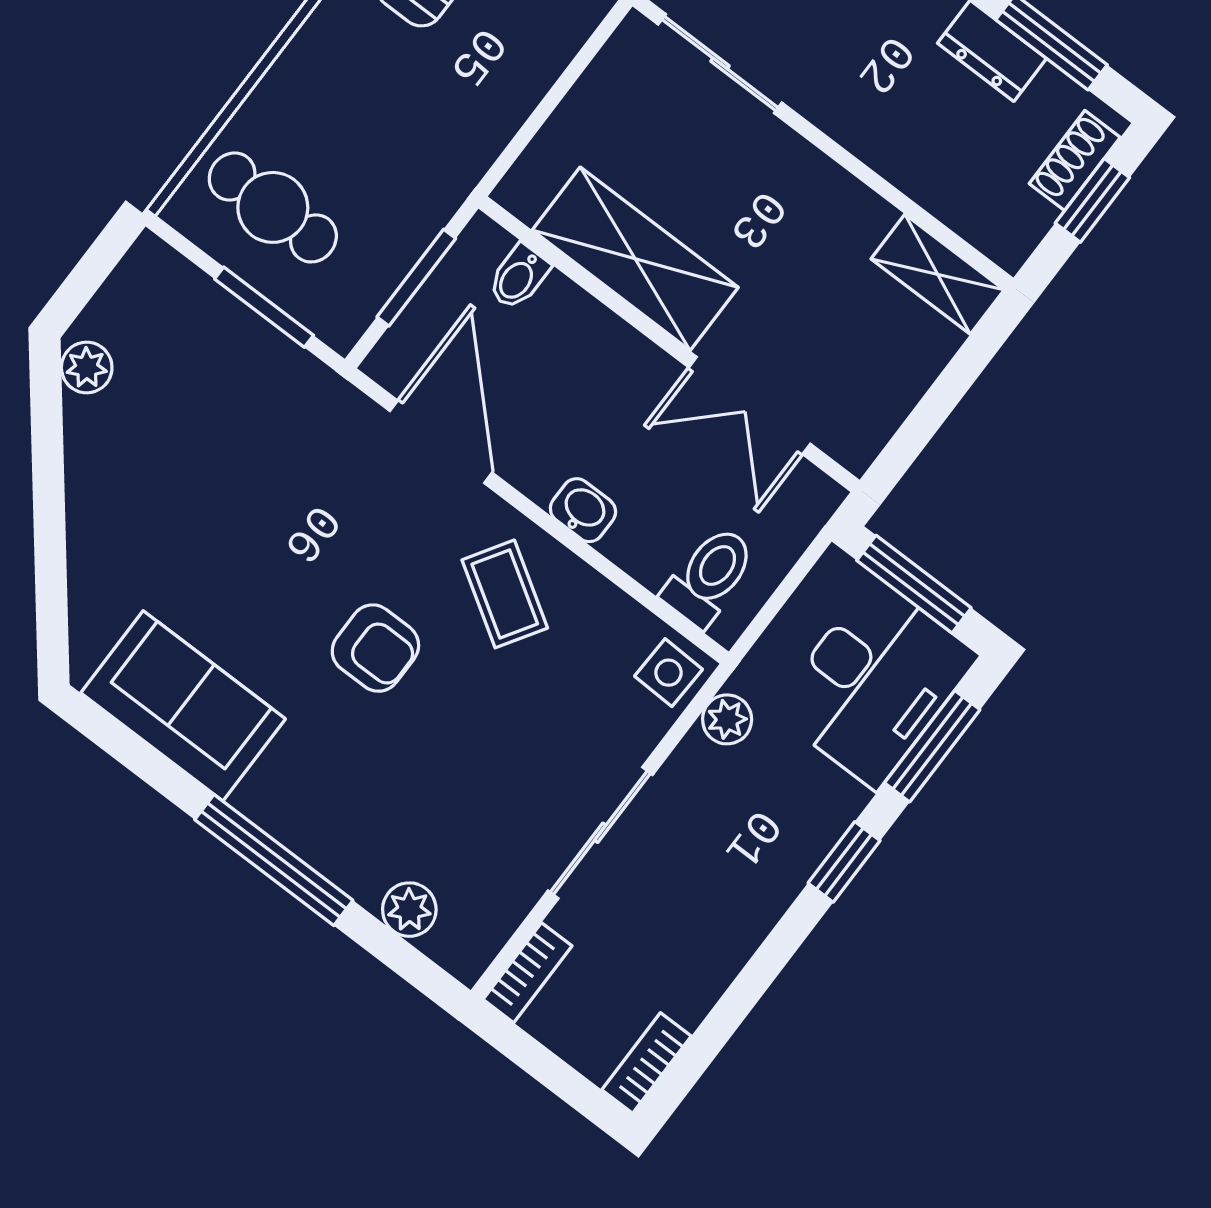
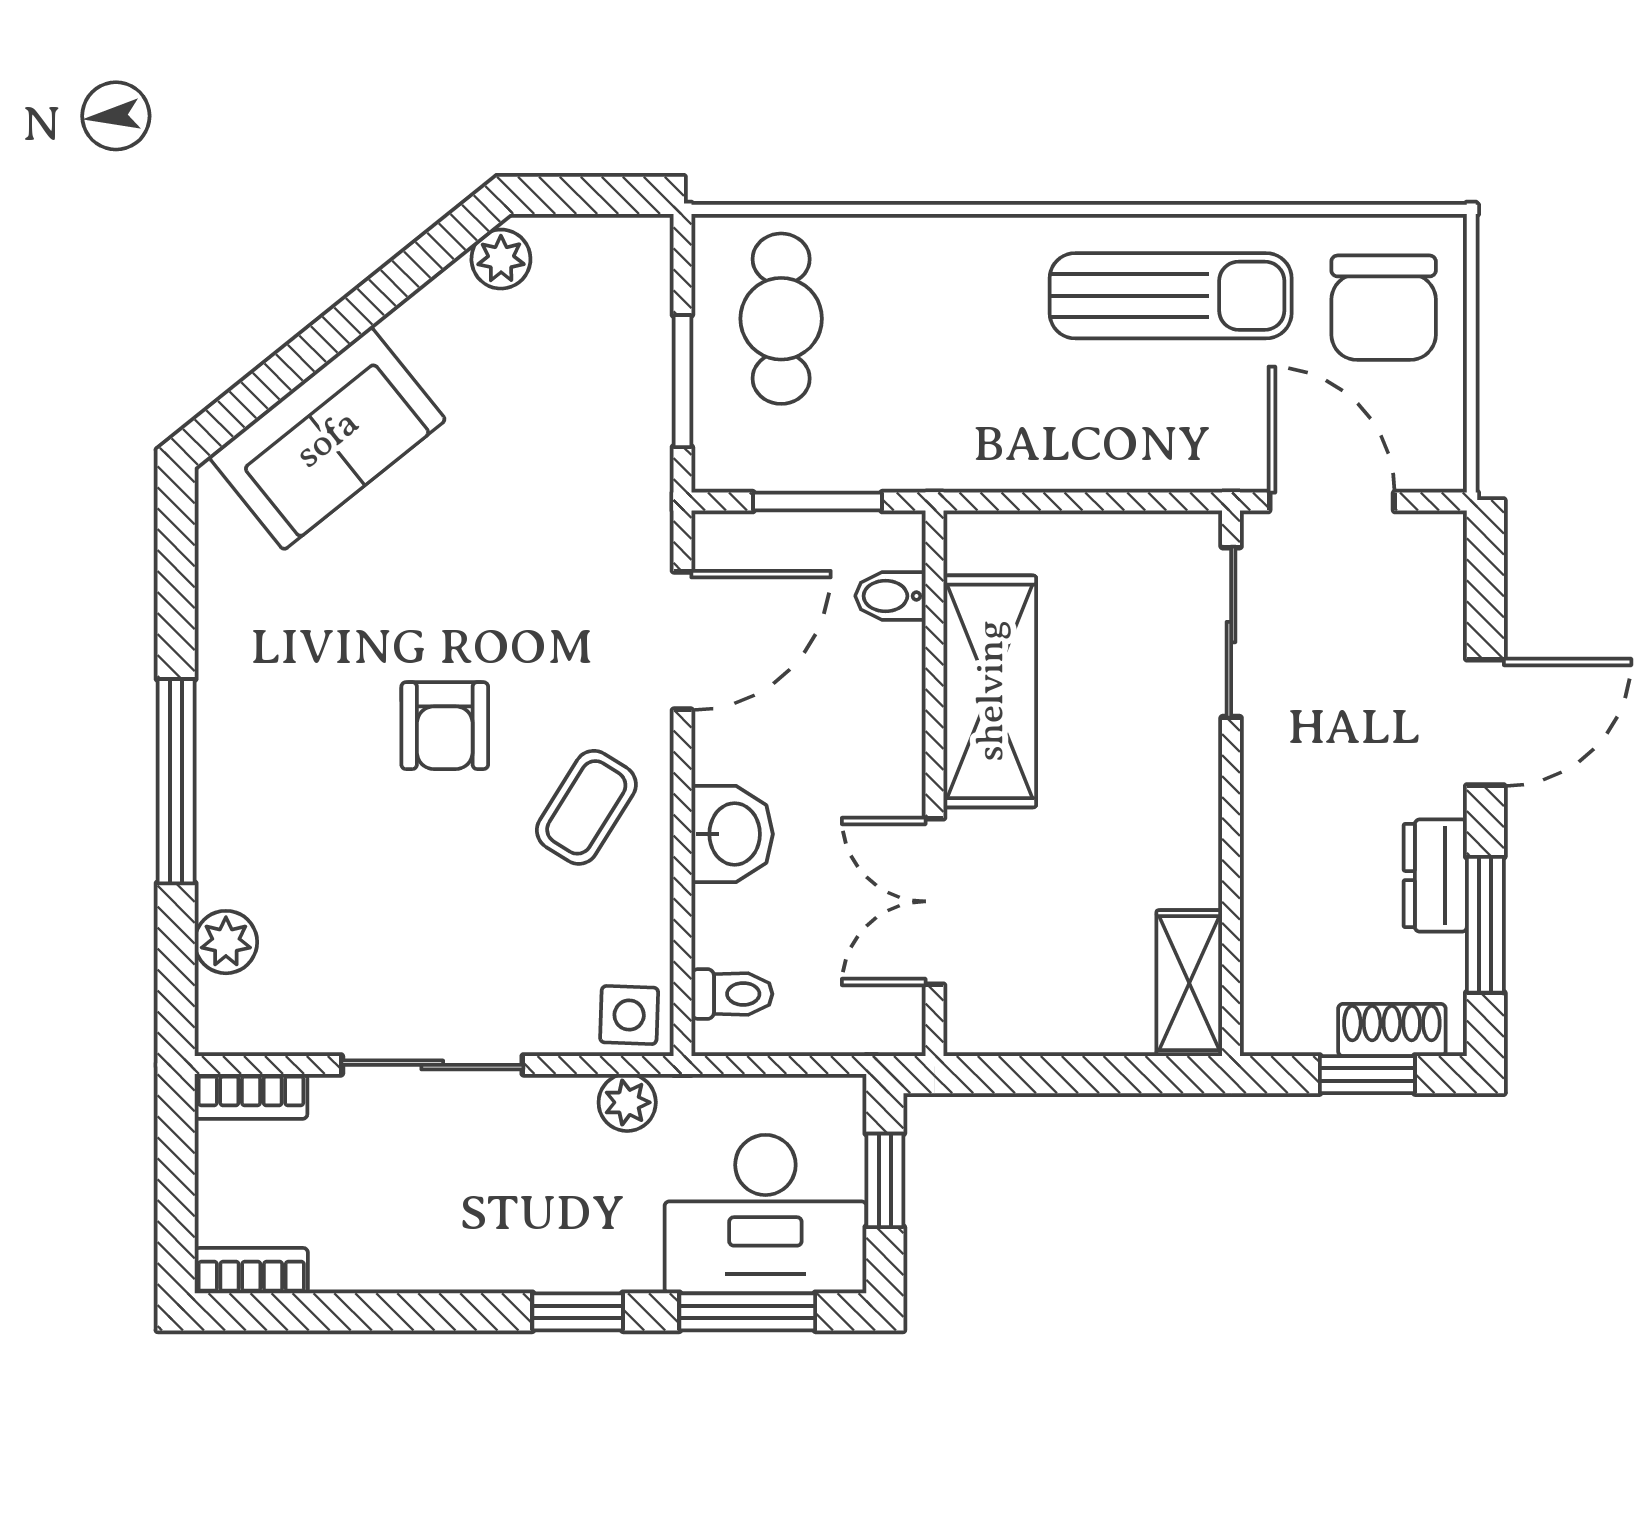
washbasin: (583, 510) -> (732, 834), width x1.38, depth x1.45
toilet: (709, 576) -> (732, 994), width x0.73, depth x0.72
window: (914, 584) -> (885, 1180), width x0.67
sofa: (183, 706) -> (327, 438), moved, turned 51

